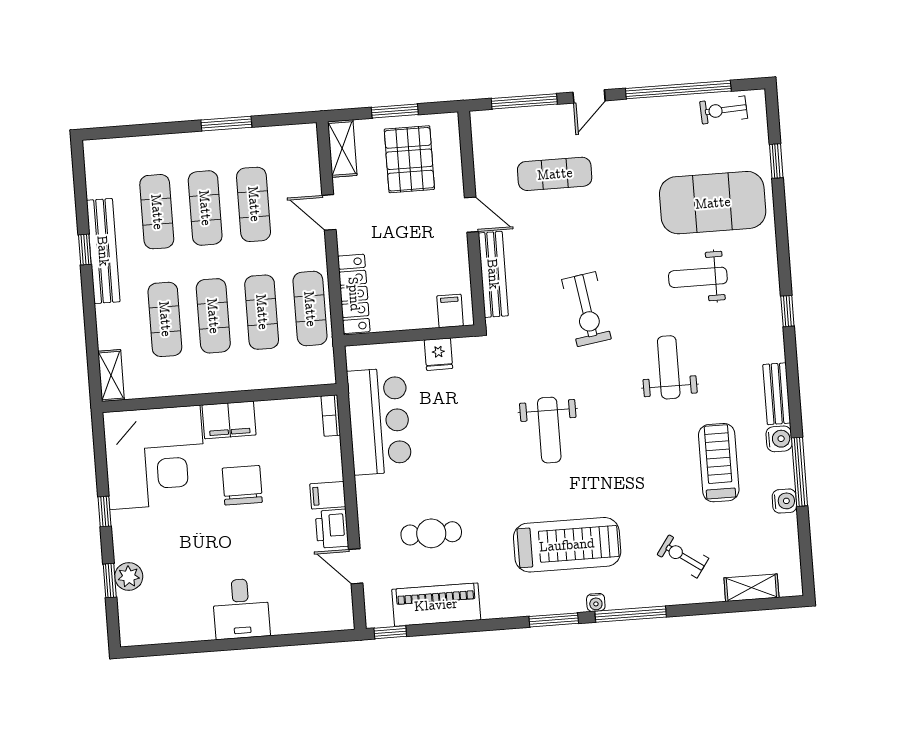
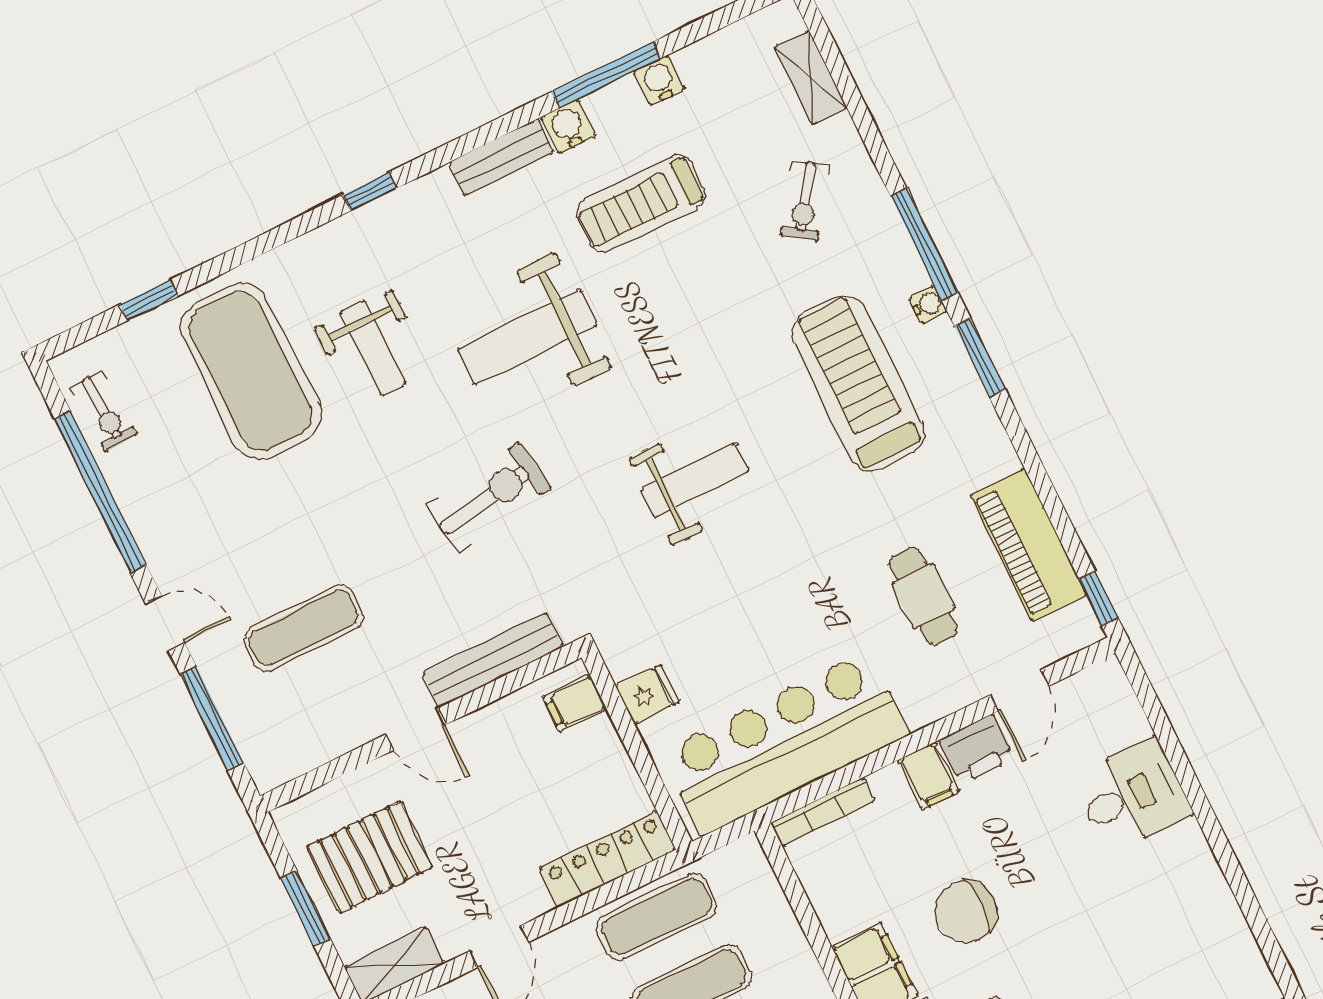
exercise mat: (555, 174) -> (303, 628), turned 90
door: (471, 215) -> (416, 729), swing flipped
weight bench: (669, 367) -> (527, 337), width x1.36, depth x1.33
bookcase: (331, 416) -> (823, 812), width x1.56
bar counter: (379, 421) -> (785, 743), width x1.36
desk: (241, 609) -> (1132, 796), moved

